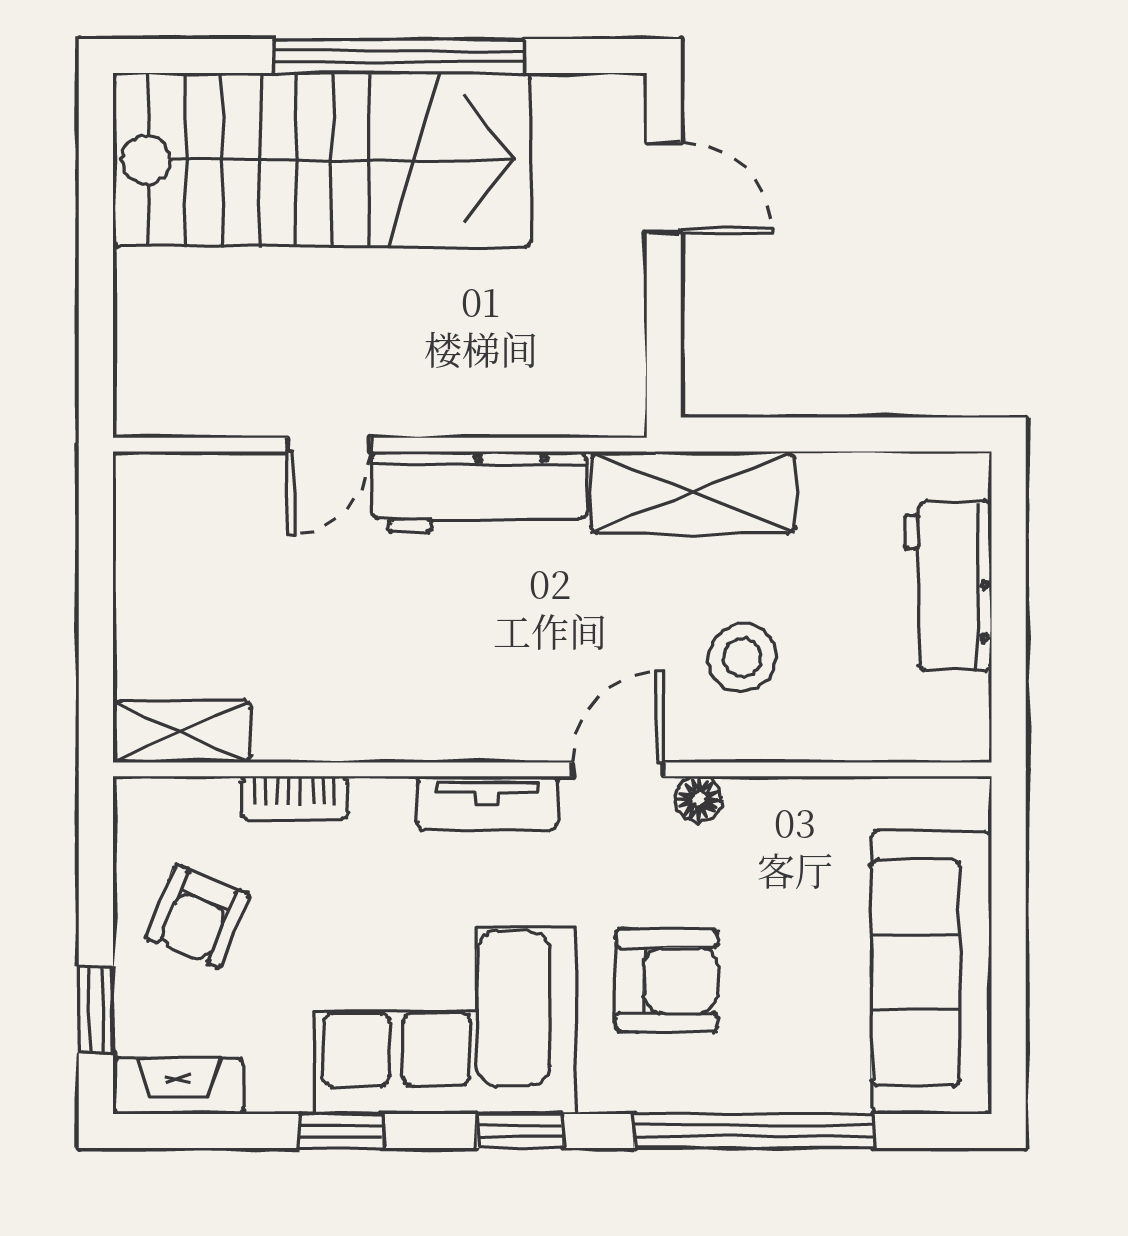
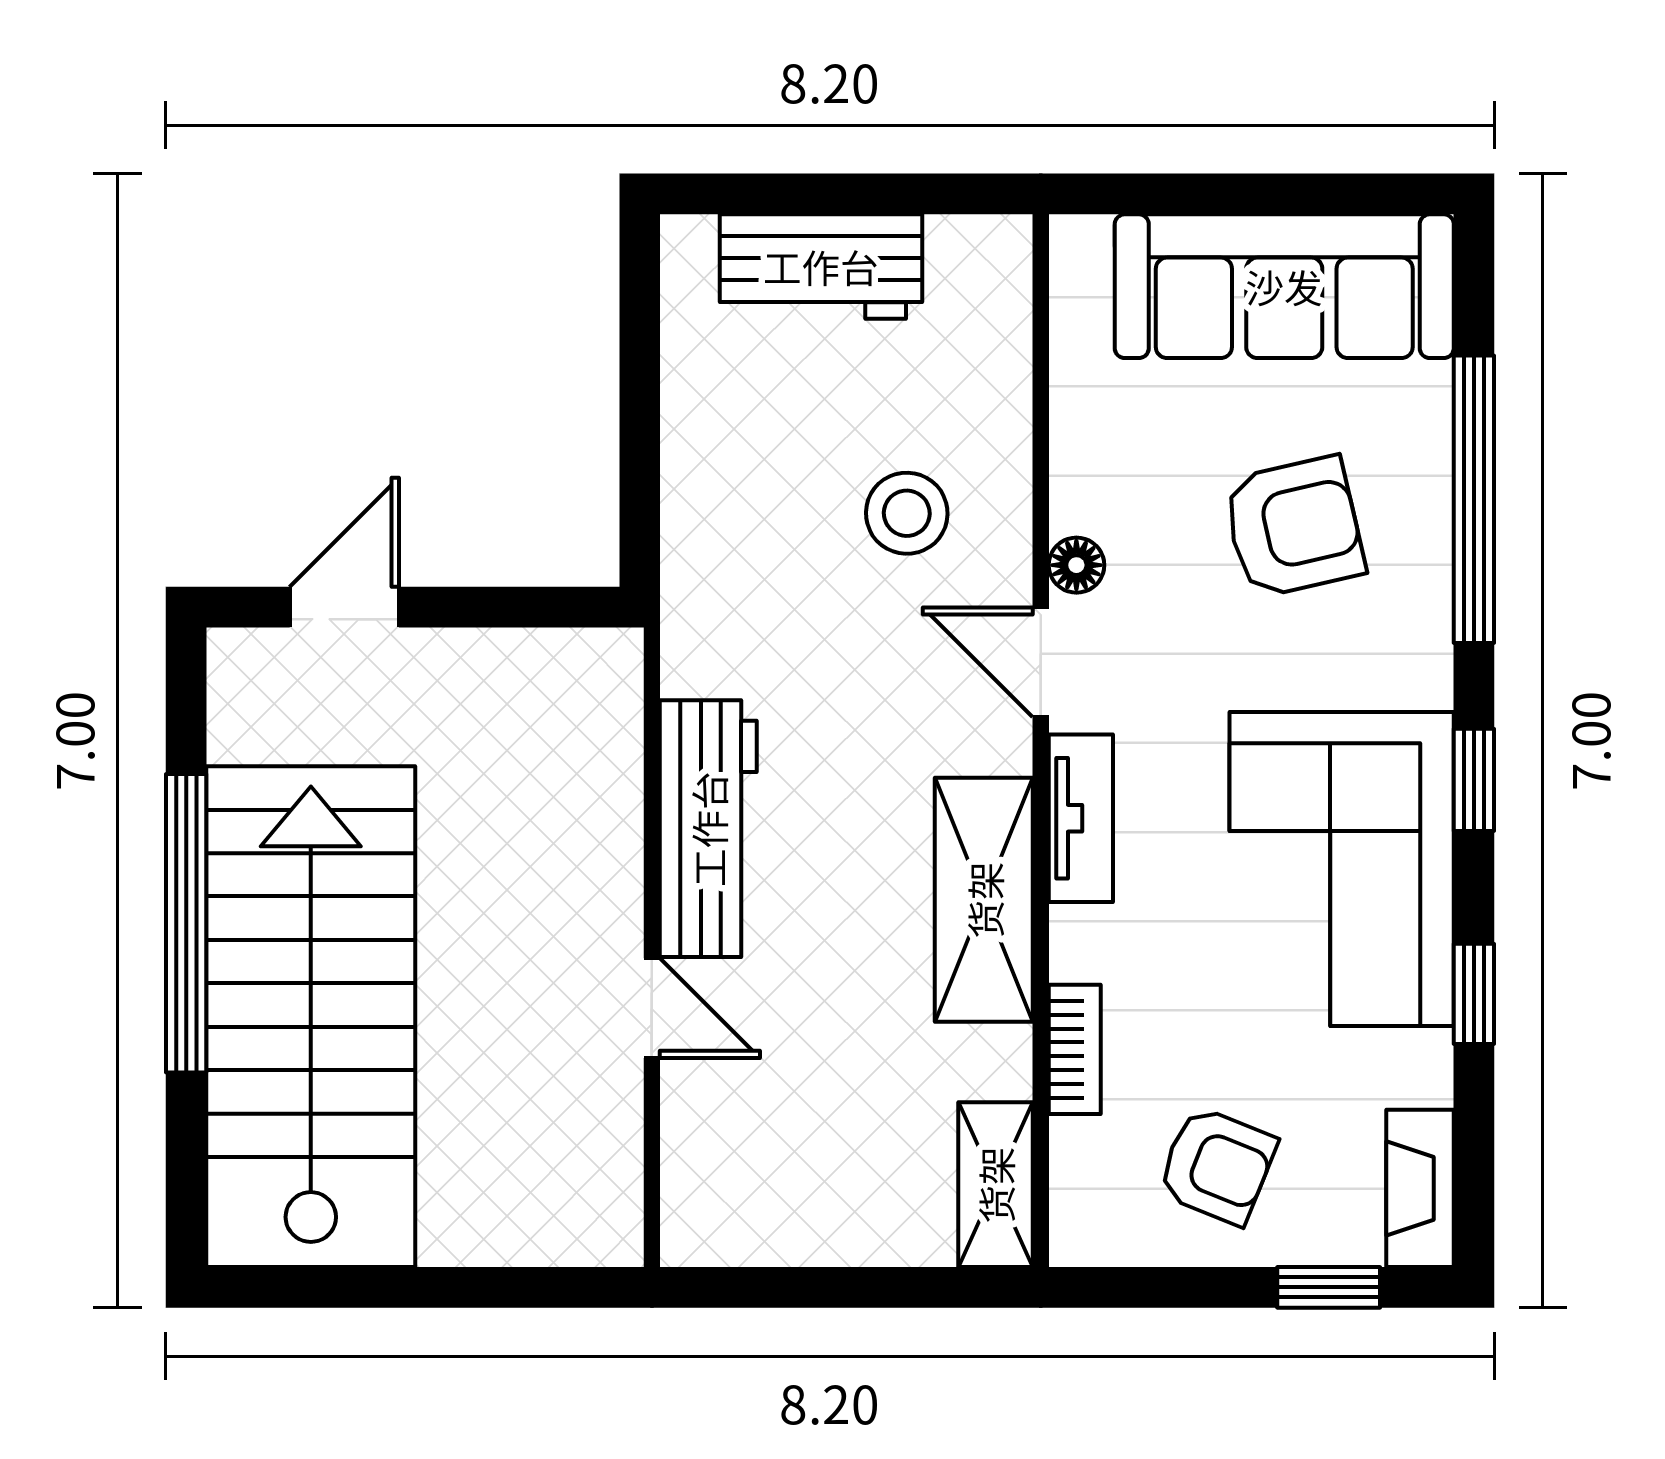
shelving: (693, 492) -> (984, 900), moved
armchair: (667, 980) -> (1294, 527), moved, turned 77

